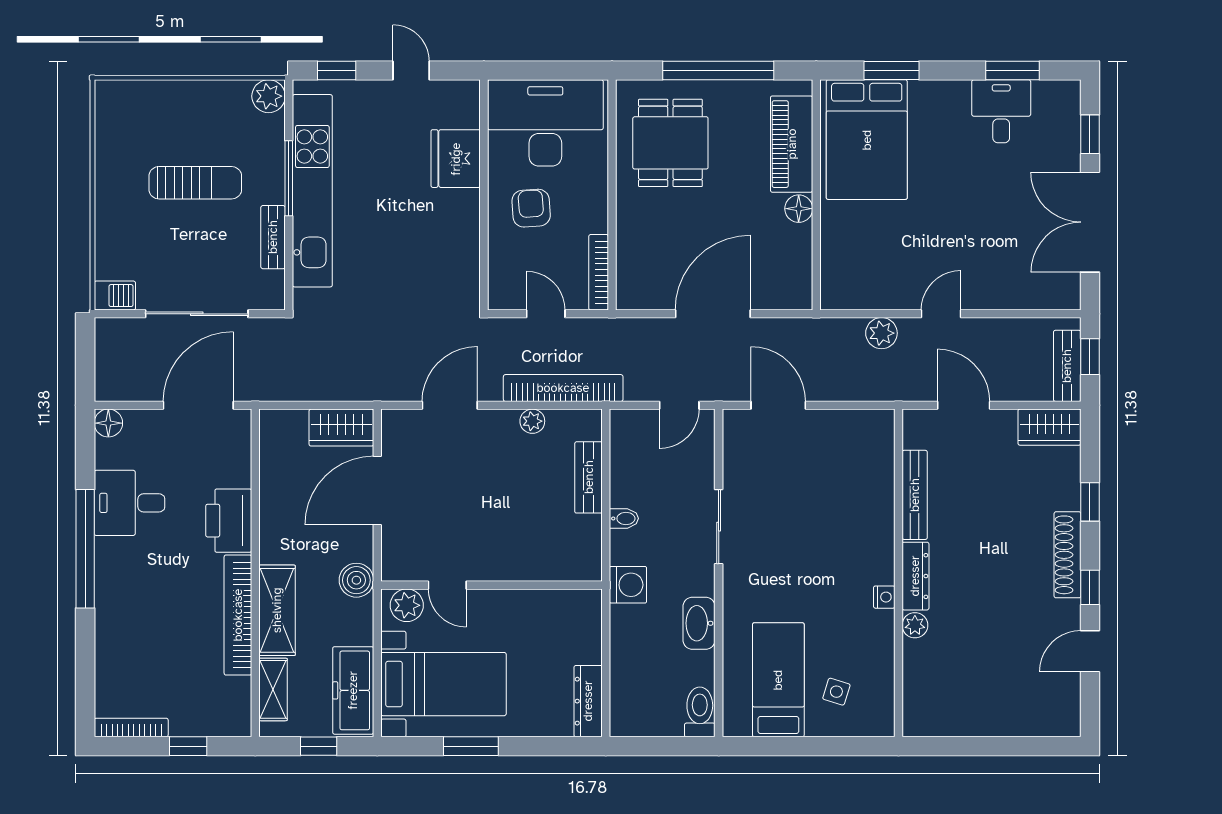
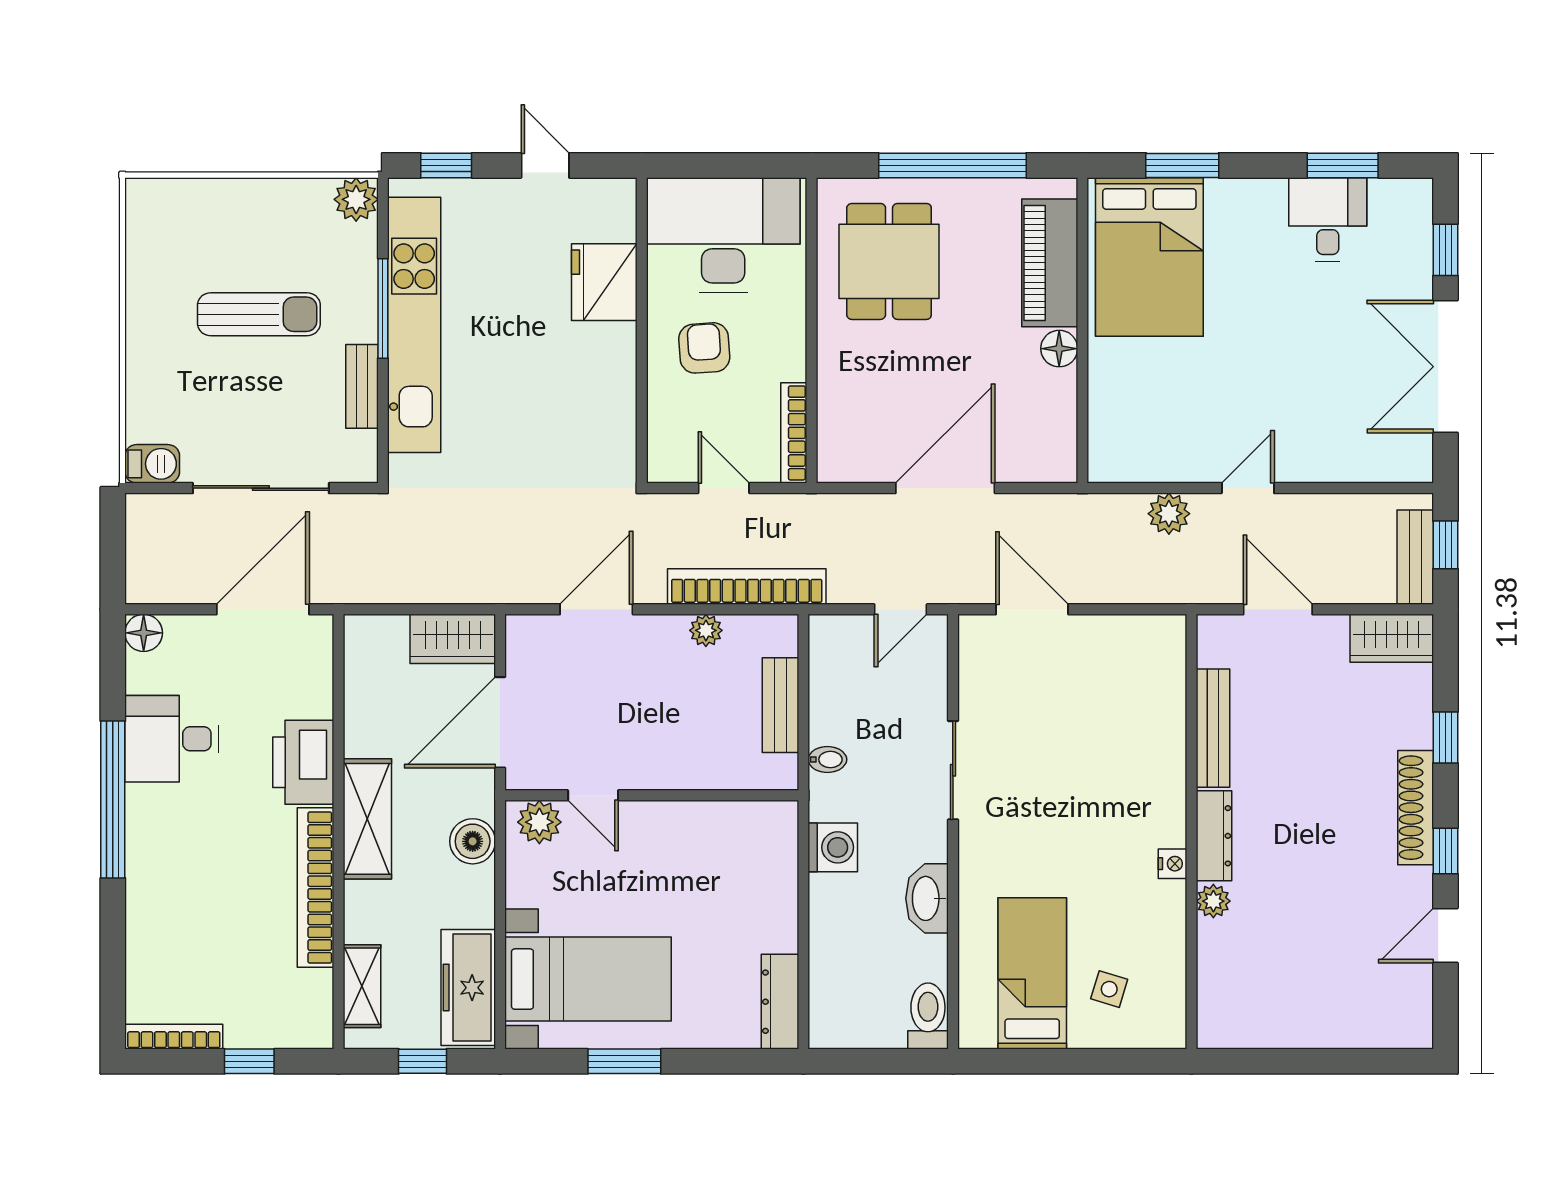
door: (447, 585) -> (593, 795), moved
wall: (492, 585) -> (652, 795), moved
plant: (407, 605) -> (539, 822), moved
shelving: (277, 610) -> (367, 819), moved

